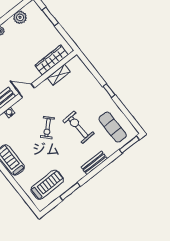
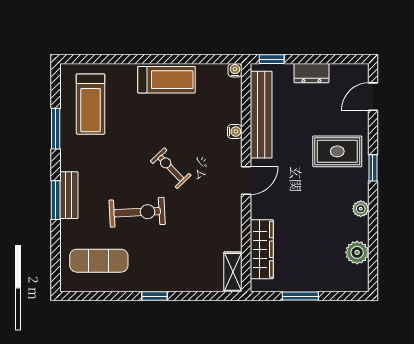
window: (50, 16) -> (300, 296), moved
shelving: (59, 75) -> (233, 272), moved
window: (129, 145) -> (56, 200), moved

